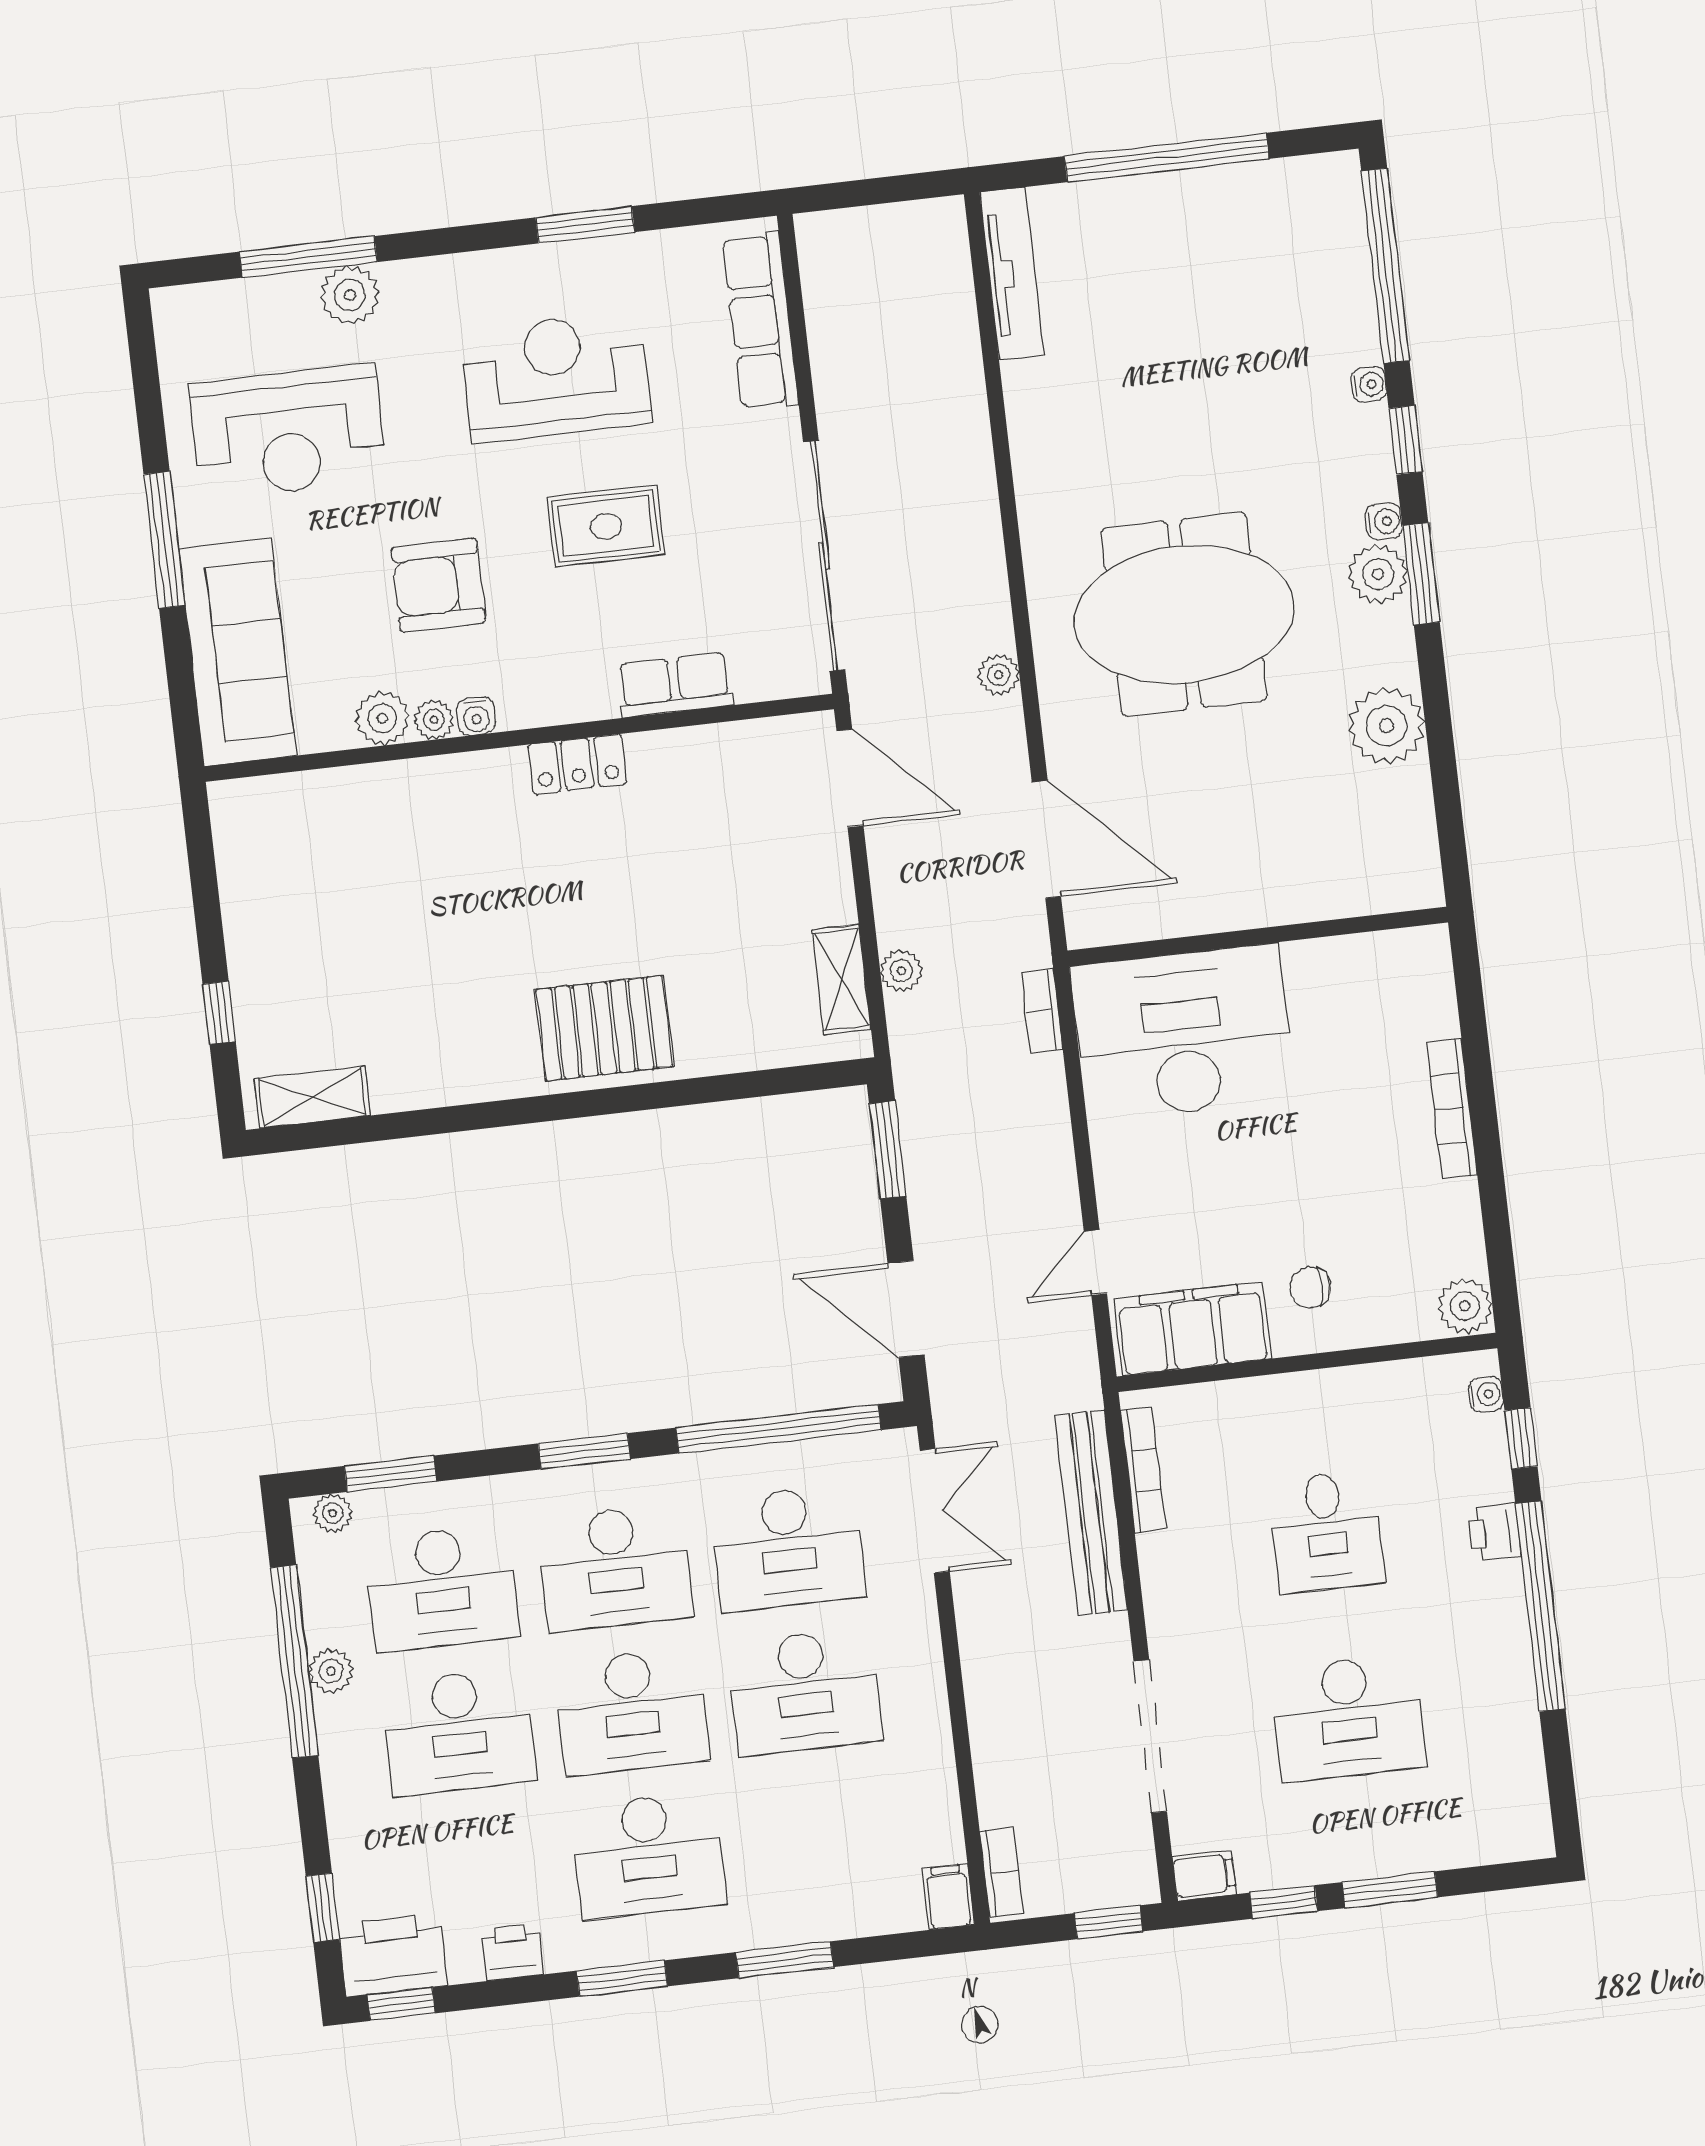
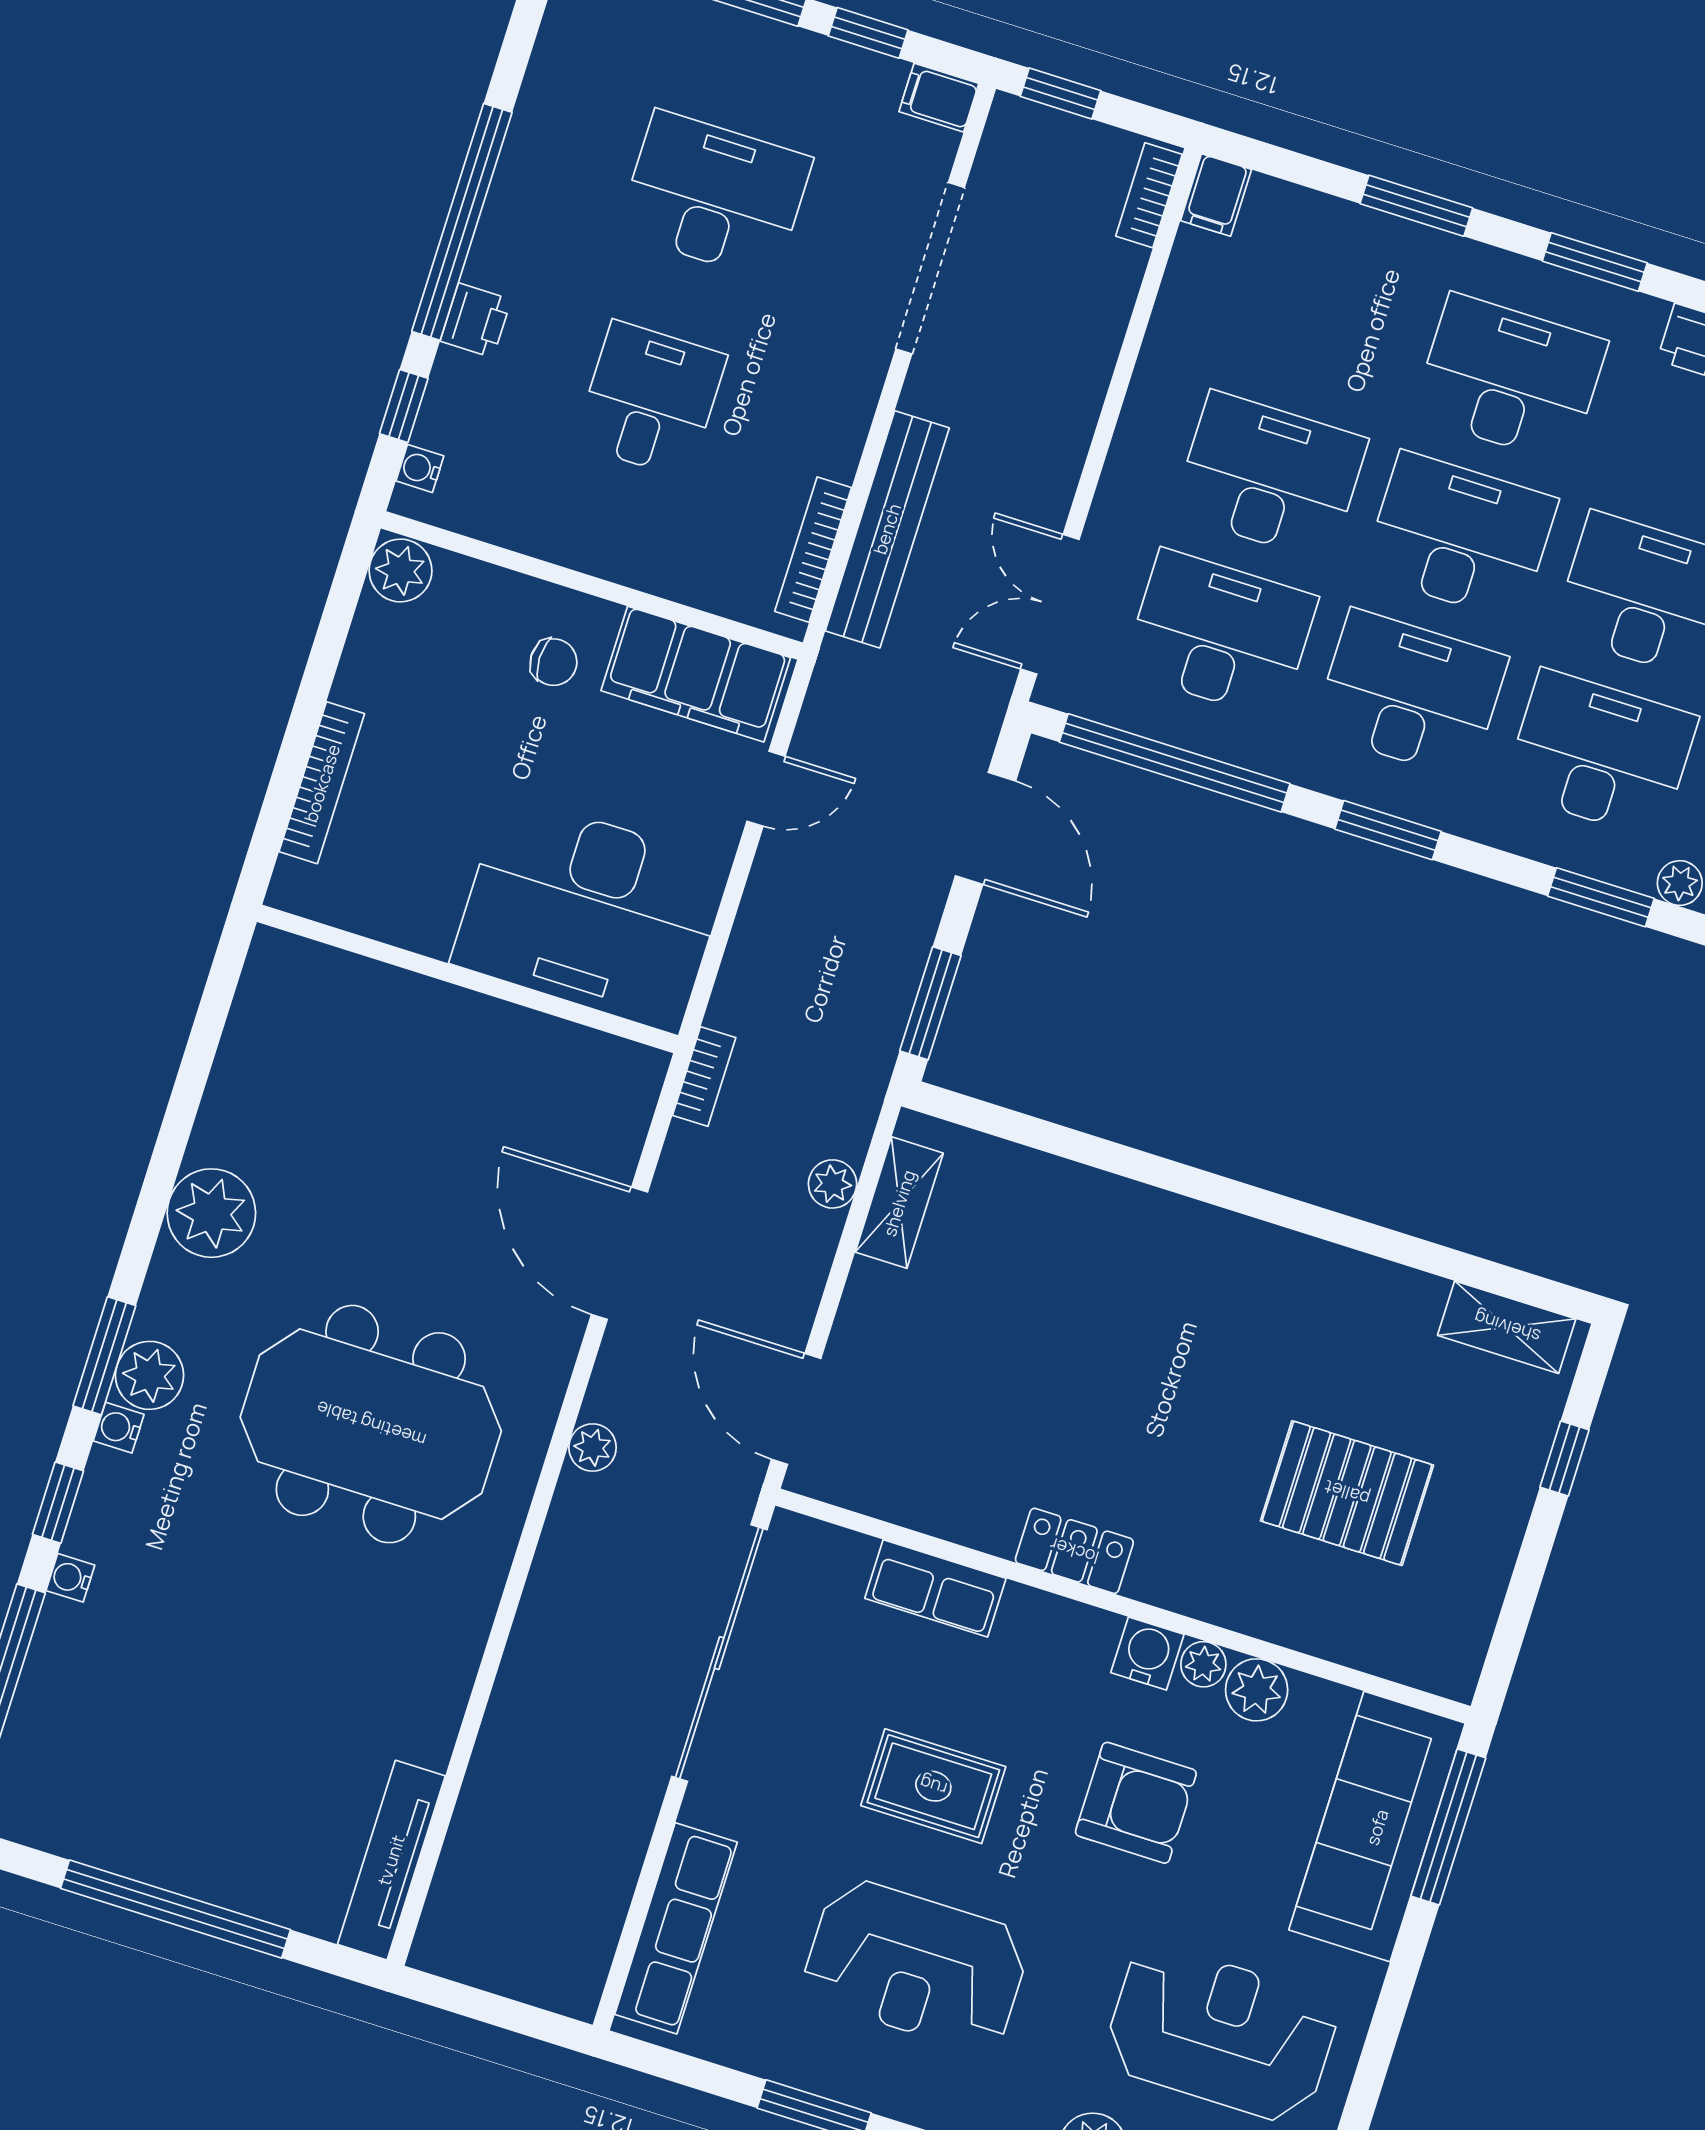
window: (164, 540) -> (1448, 1827), moved
water cooler: (476, 716) -> (1147, 1654), width x1.38, depth x1.38
wall: (1258, 936) -> (468, 979), moved
pallet: (604, 1028) -> (1347, 1493), moved
desk: (1183, 1033) -> (591, 914), moved

